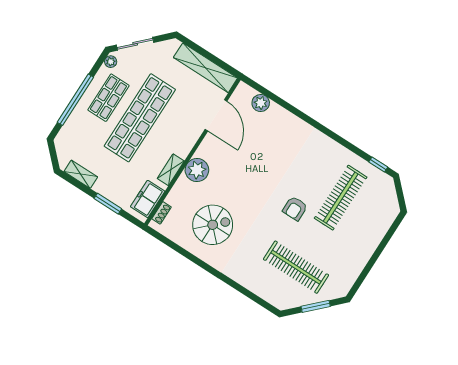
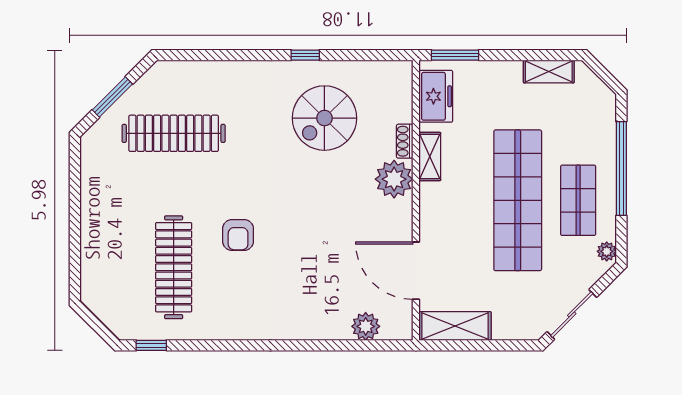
sliding door: (135, 44) -> (572, 315), moved
shelving: (205, 68) -> (455, 326), width x0.68
window: (108, 204) -> (455, 55), moved
armchair: (295, 208) -> (238, 235), moved, turned 180
shoe rack: (162, 213) -> (405, 141), moved
window: (202, 264) -> (305, 55), added

